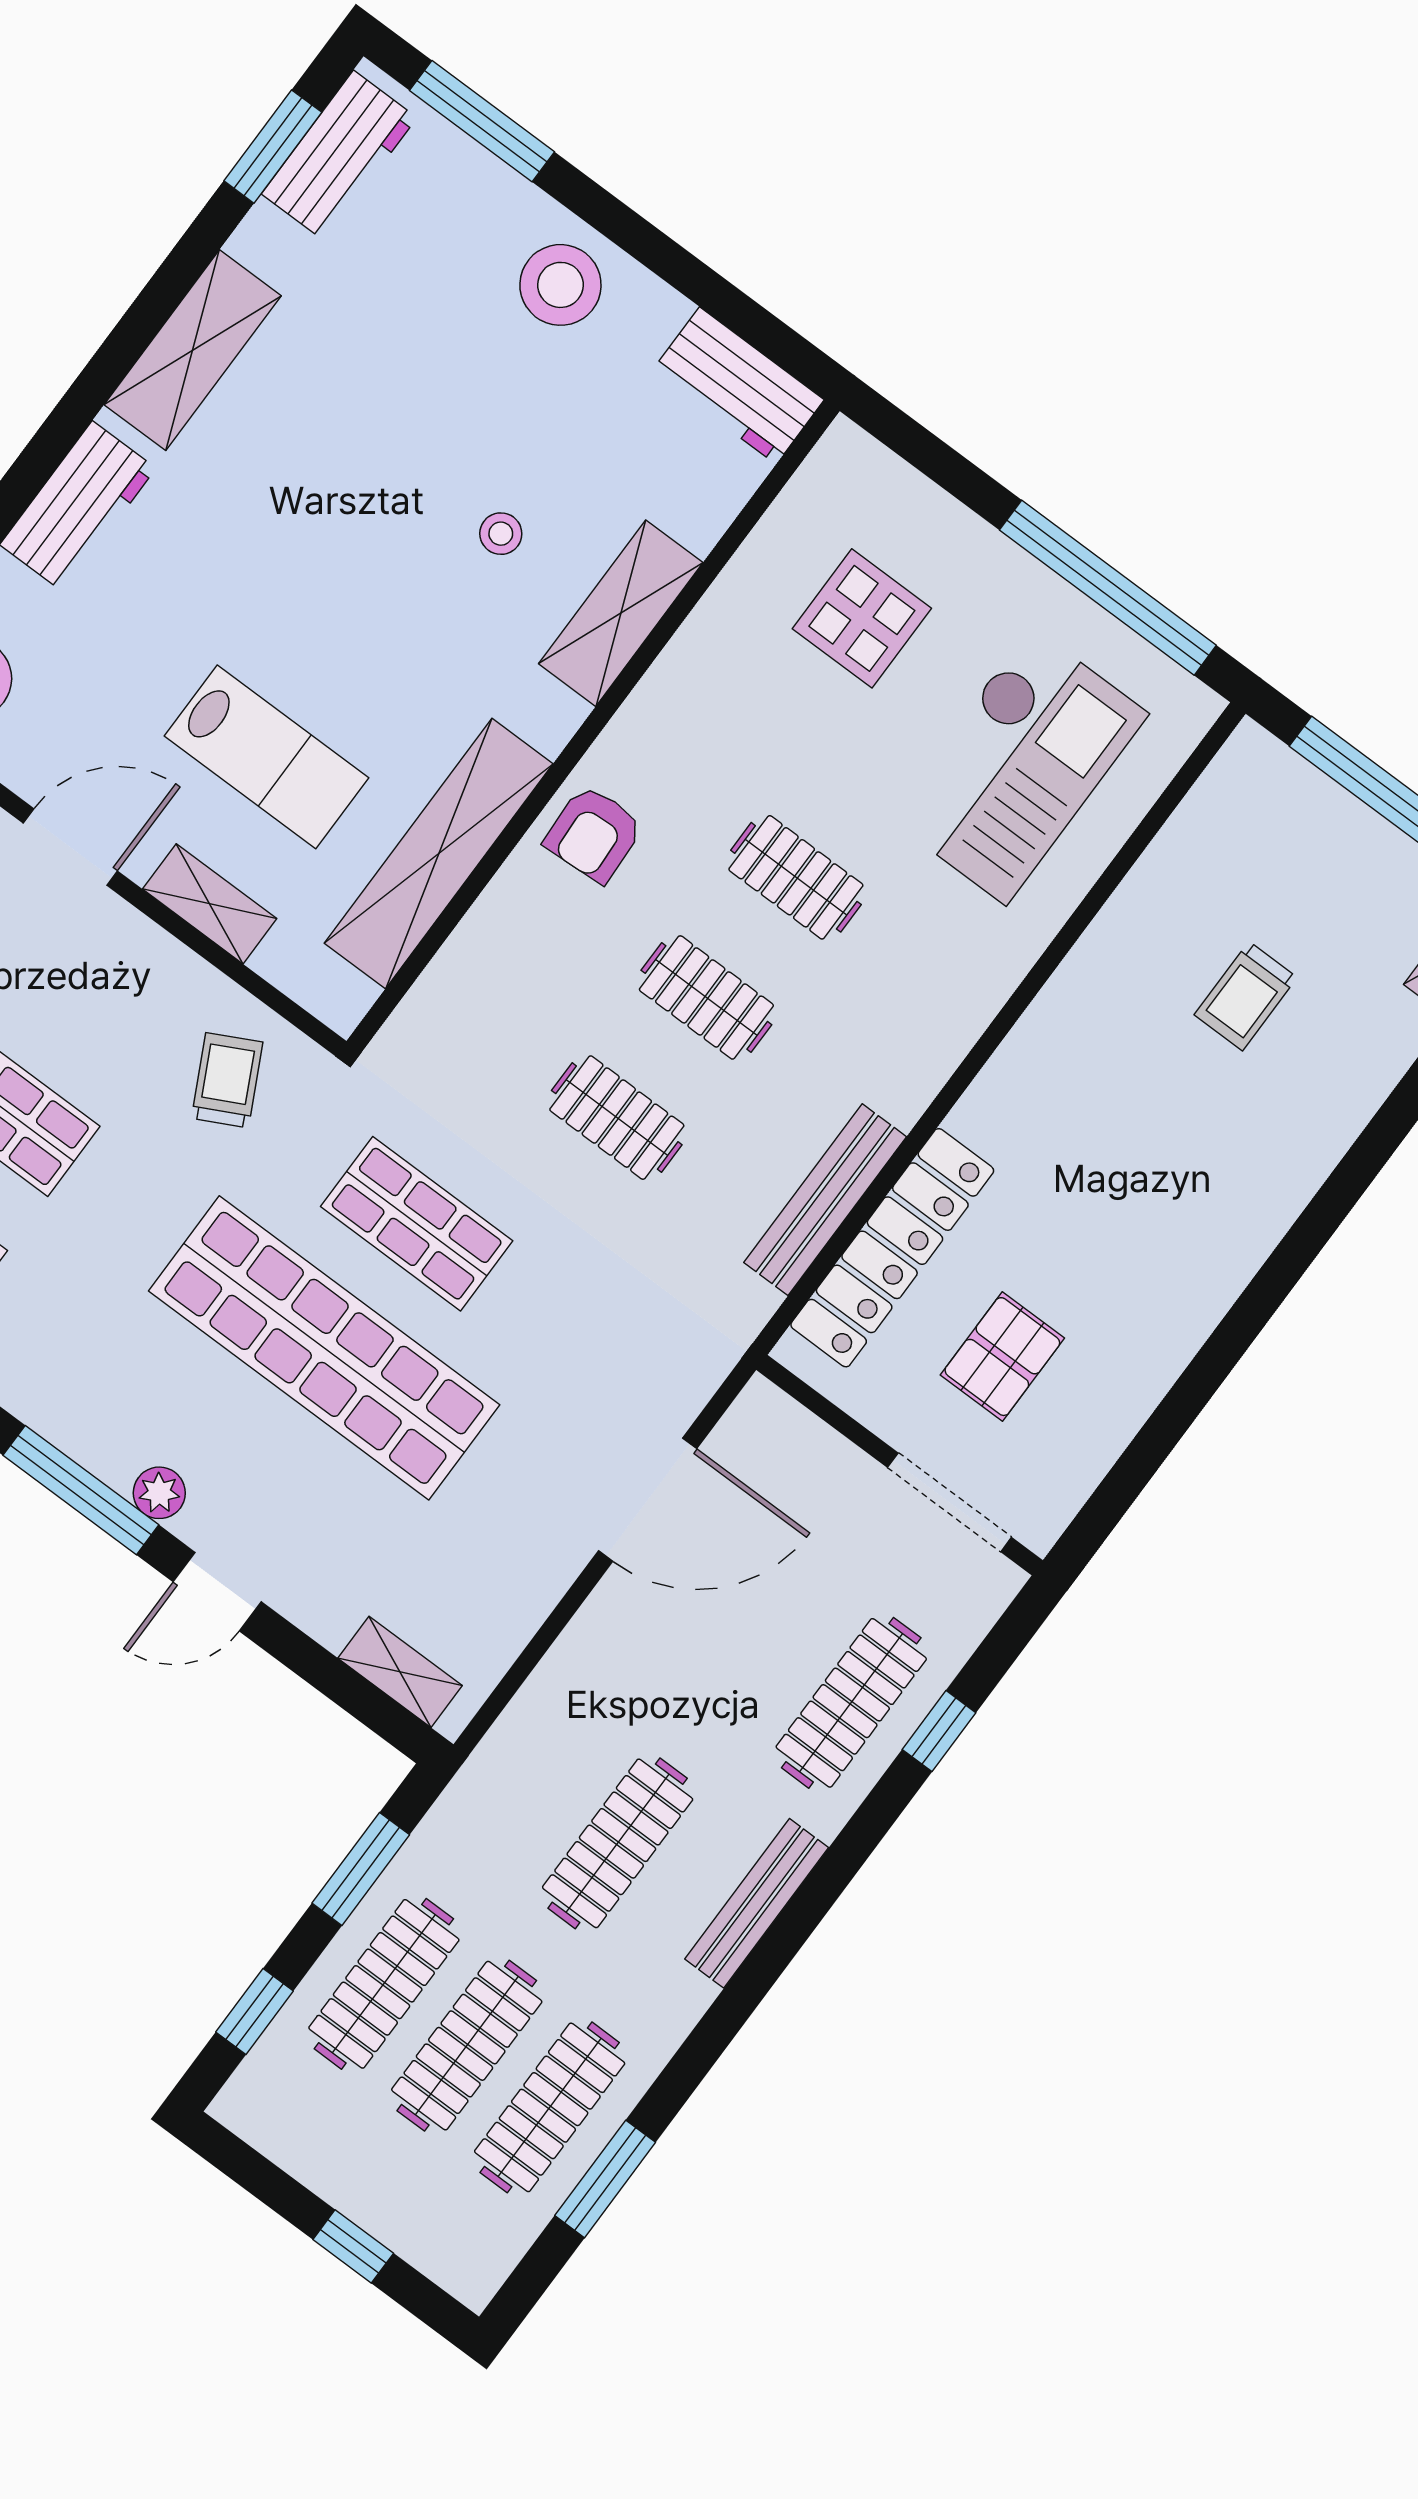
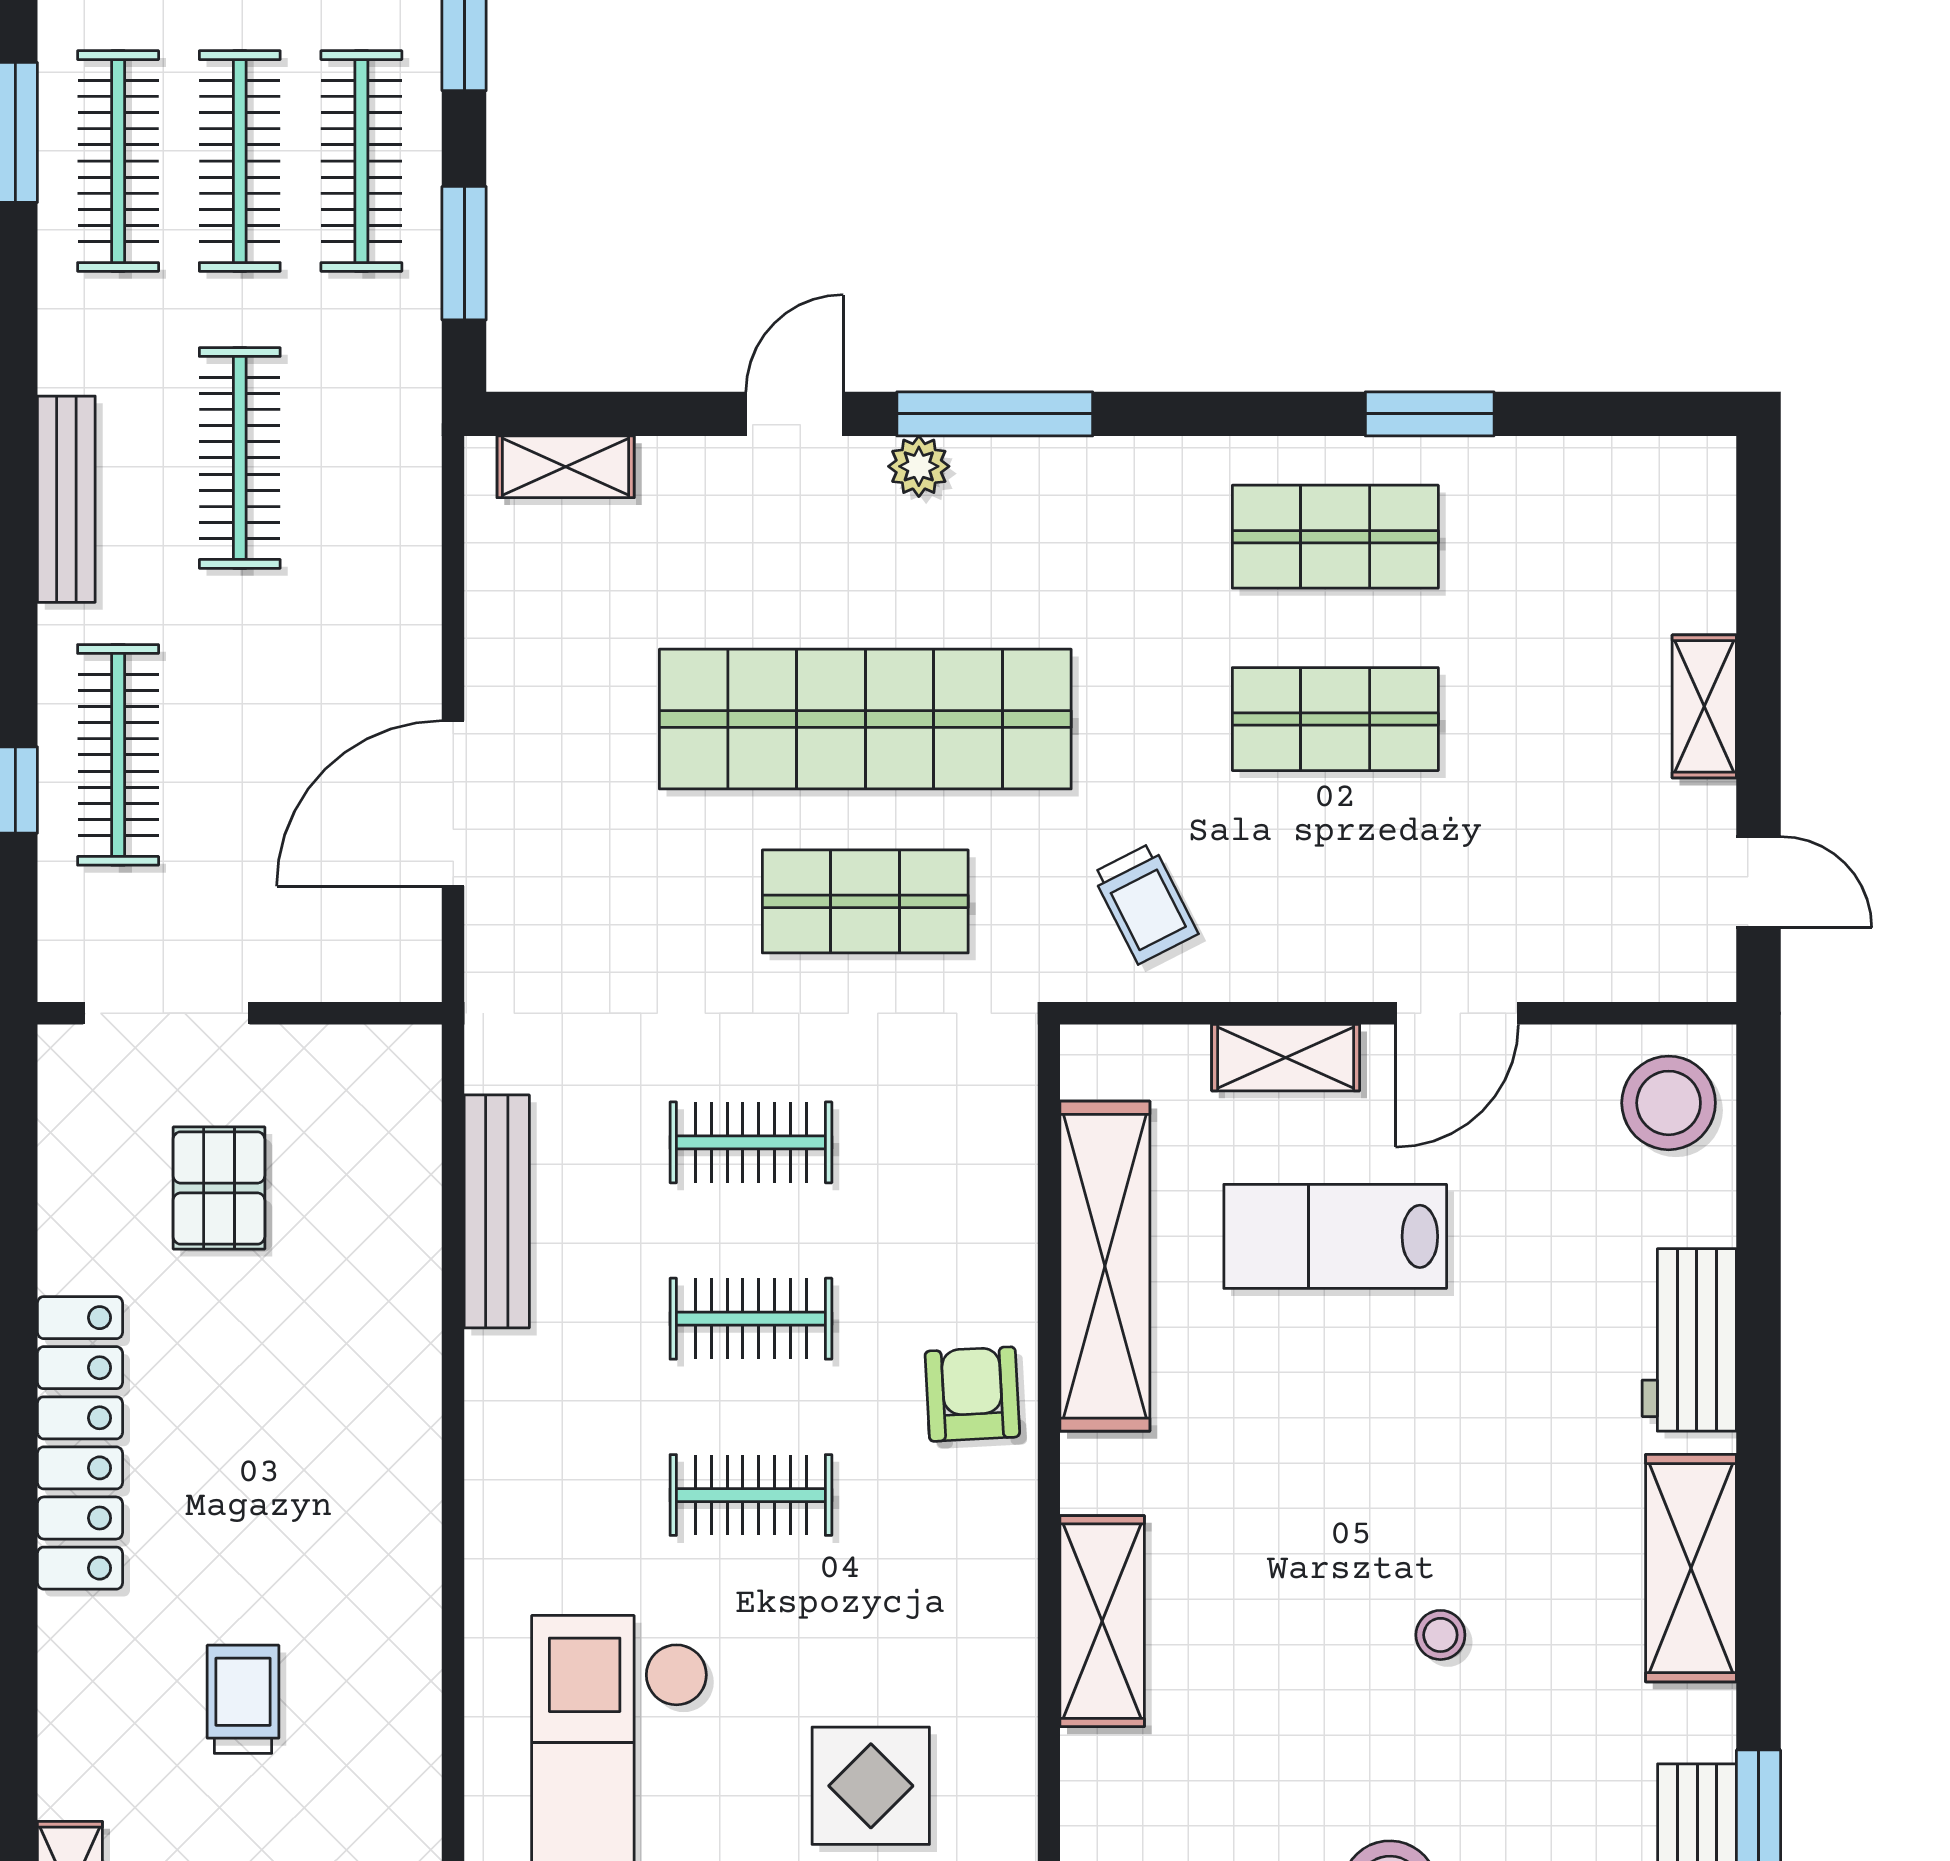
stool: (501, 534) -> (1440, 1635), moved
locker: (892, 1248) -> (80, 1443), moved, turned 180

